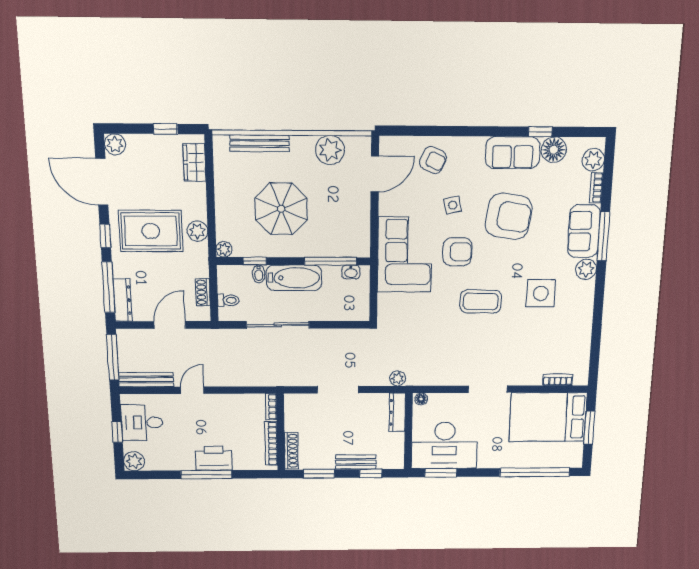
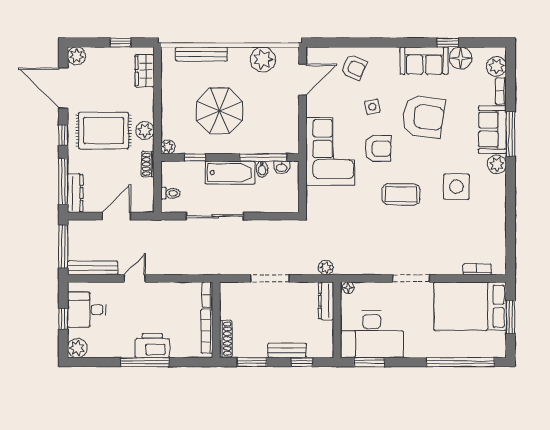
bidet: (259, 274) -> (262, 169), moved
shoe rack: (203, 292) -> (148, 164), moved

